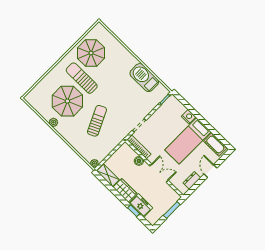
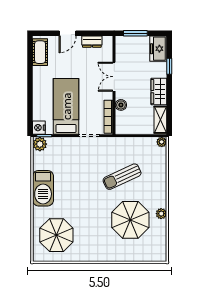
parasol: (91, 53) -> (56, 235), moved
sun lounger: (82, 78) -> (98, 227), removed
barbecue: (144, 78) -> (43, 188), moved
plant: (163, 92) -> (40, 144), added
nightstand: (189, 117) -> (39, 128), moved
bed: (188, 141) -> (66, 106), moved, turned -90
freezer: (141, 206) -> (158, 49), moved

